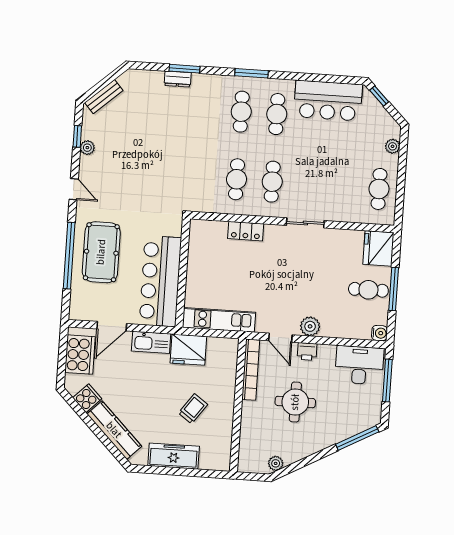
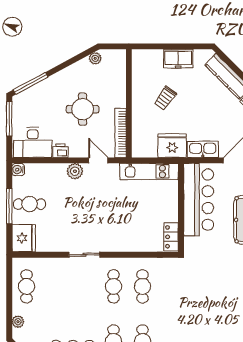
locker: (246, 231) -> (171, 237), moved, turned -90
printer: (307, 351) -> (61, 151), moved
window: (387, 380) -> (9, 119), moved
freezer: (174, 456) -> (178, 59), width x0.71

